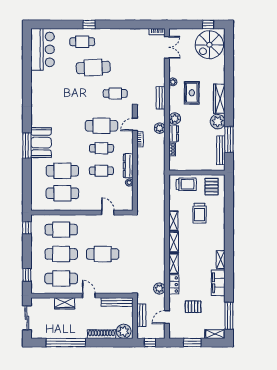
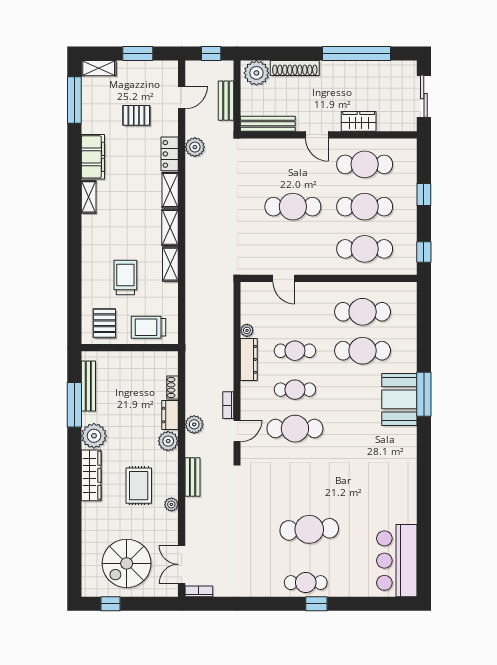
cafe table: (82, 42) -> (306, 583), moved
spiral stairs: (209, 45) -> (127, 563), moved, turned 180
cafe table: (115, 93) -> (271, 484), removed
window: (27, 275) -> (424, 194), moved

